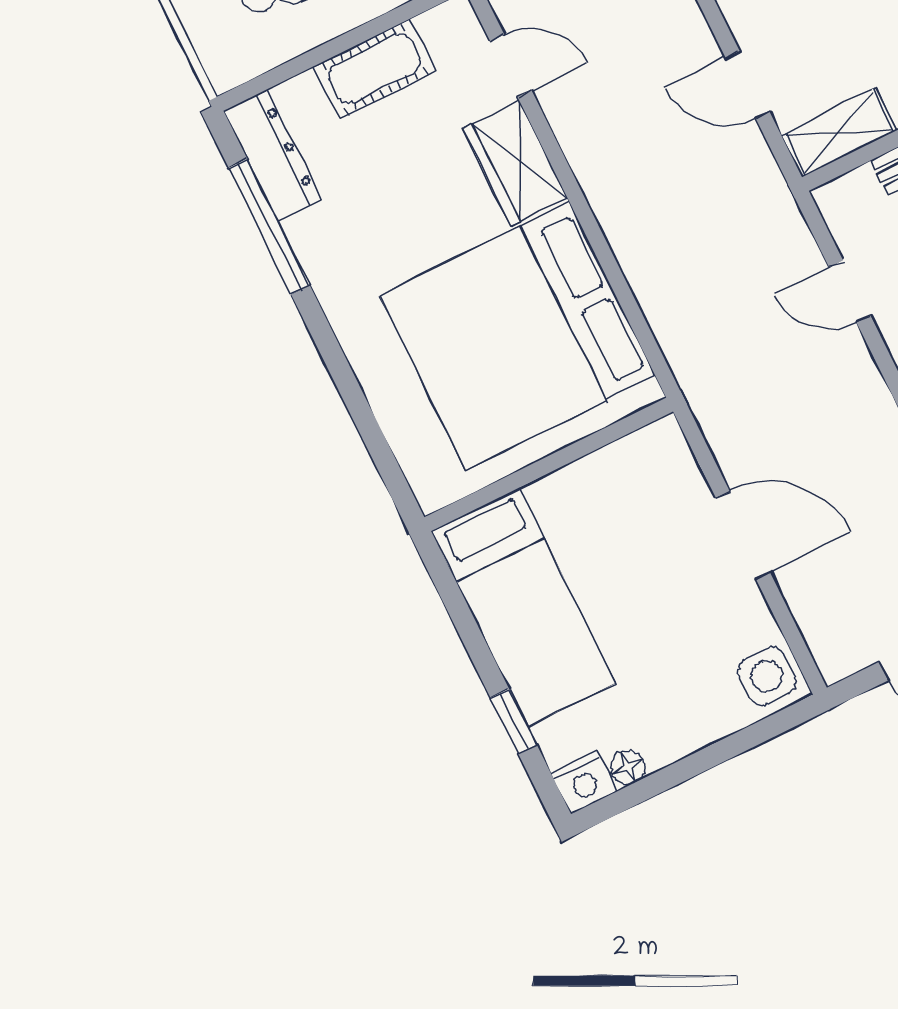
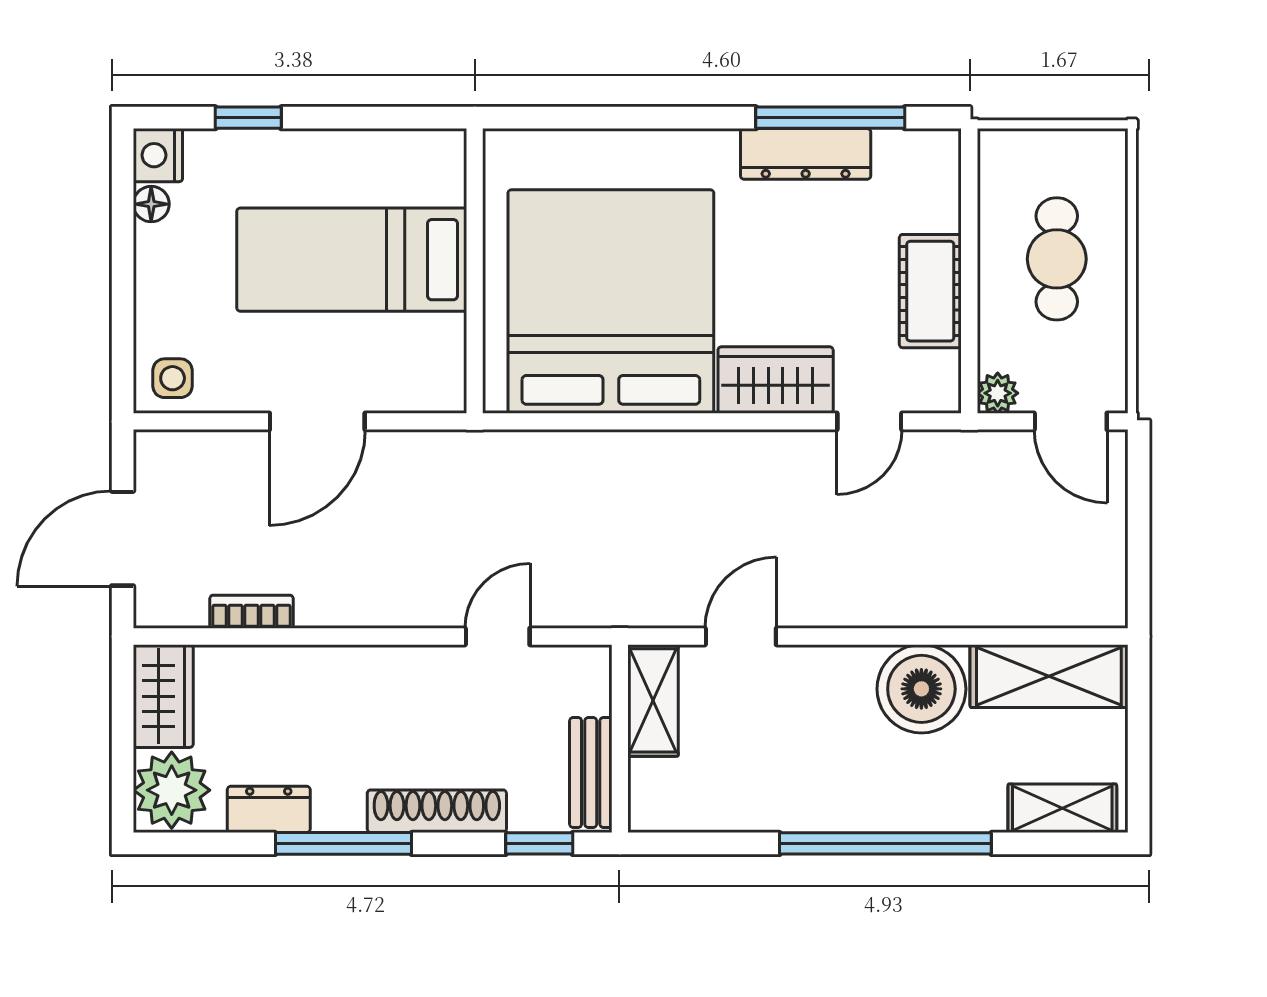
dresser: (272, 155) -> (806, 154), moved
bed: (523, 607) -> (352, 260), moved
side table: (767, 676) -> (173, 378), width x0.73, depth x0.73

